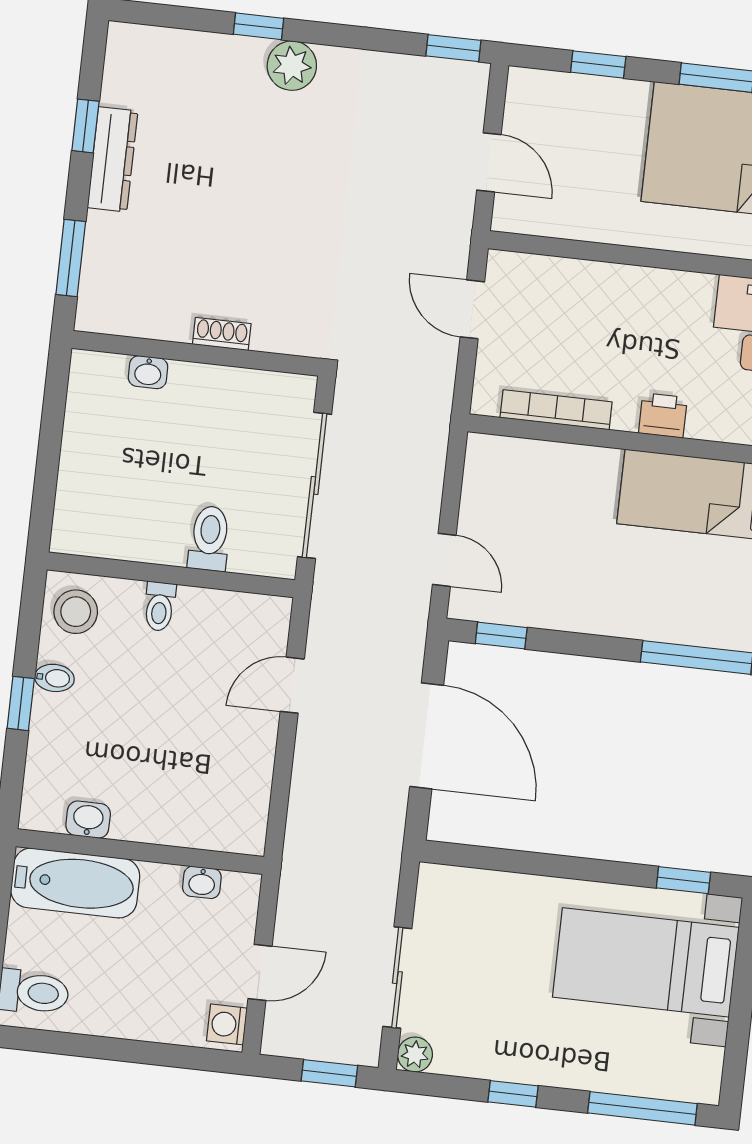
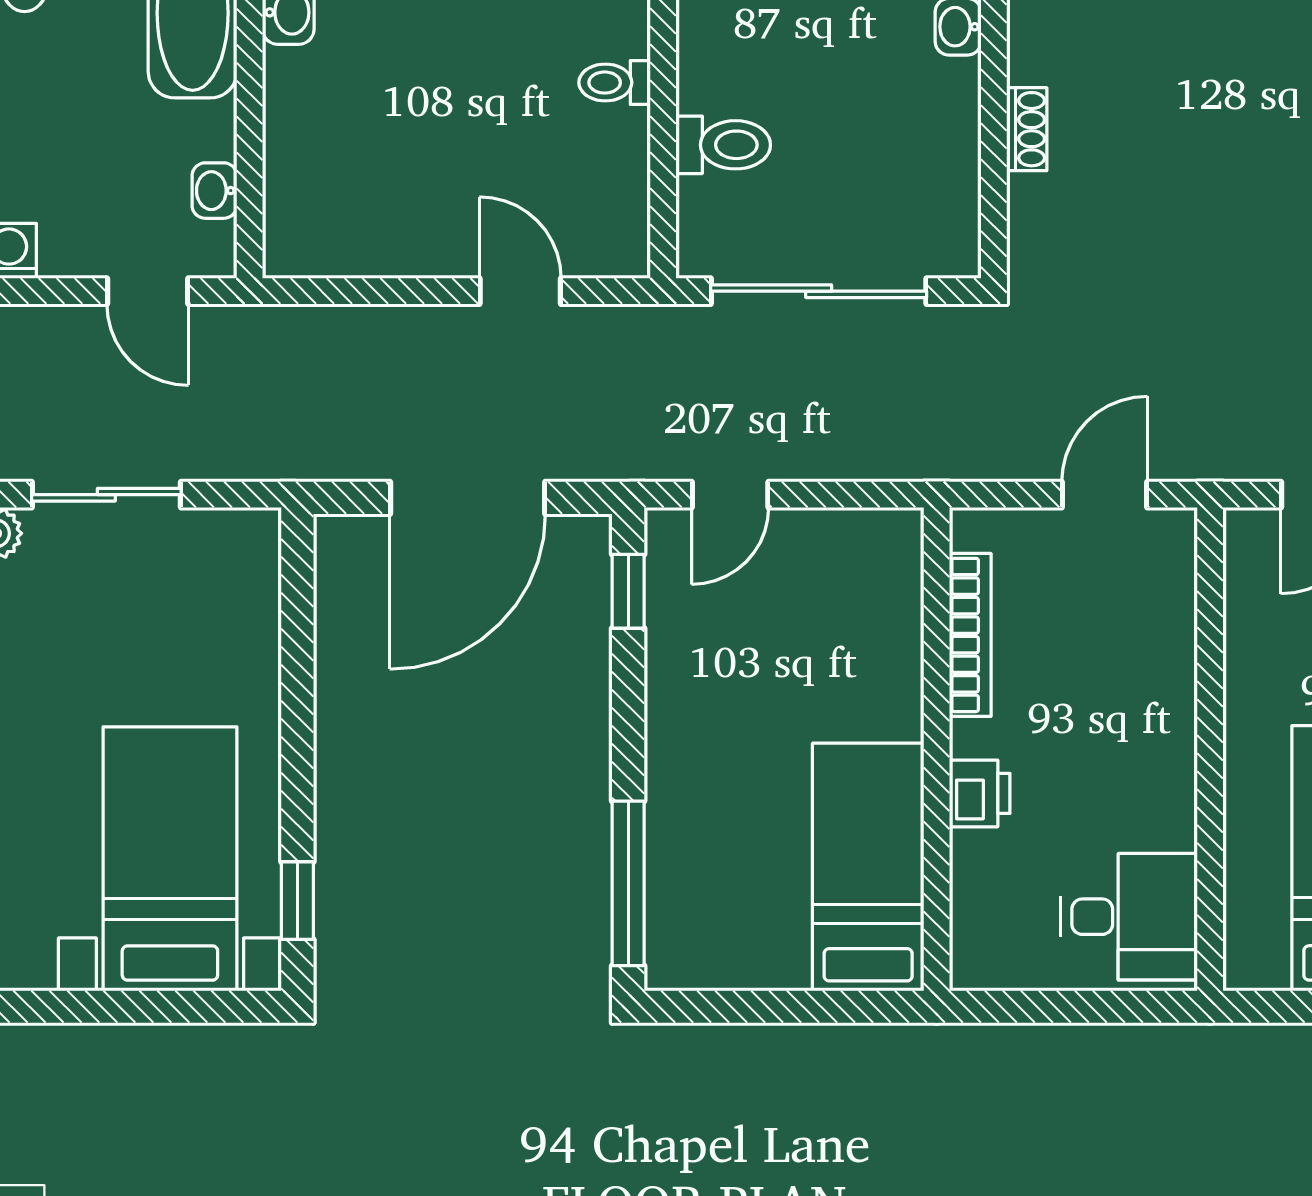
door: (260, 972) -> (148, 291), moved

